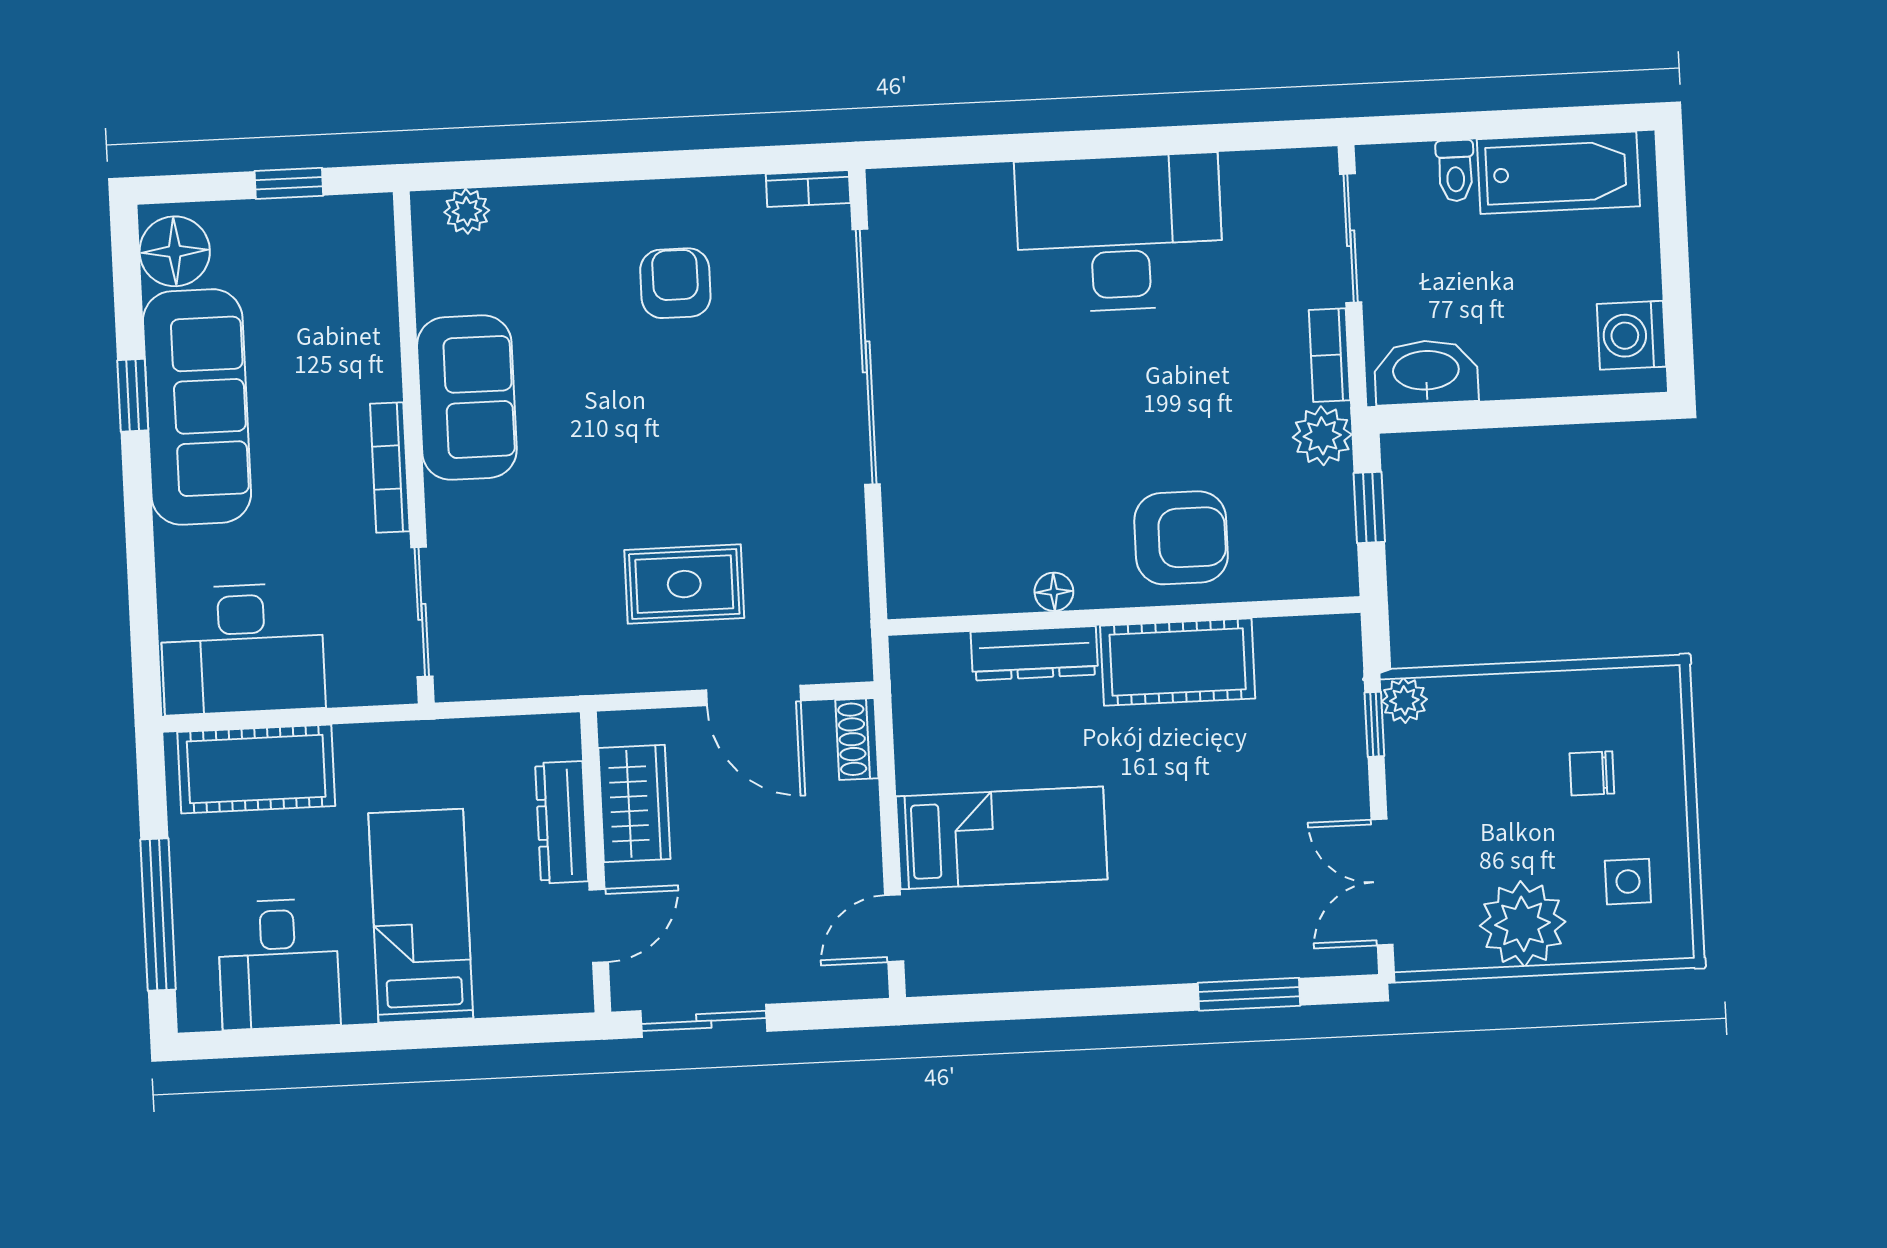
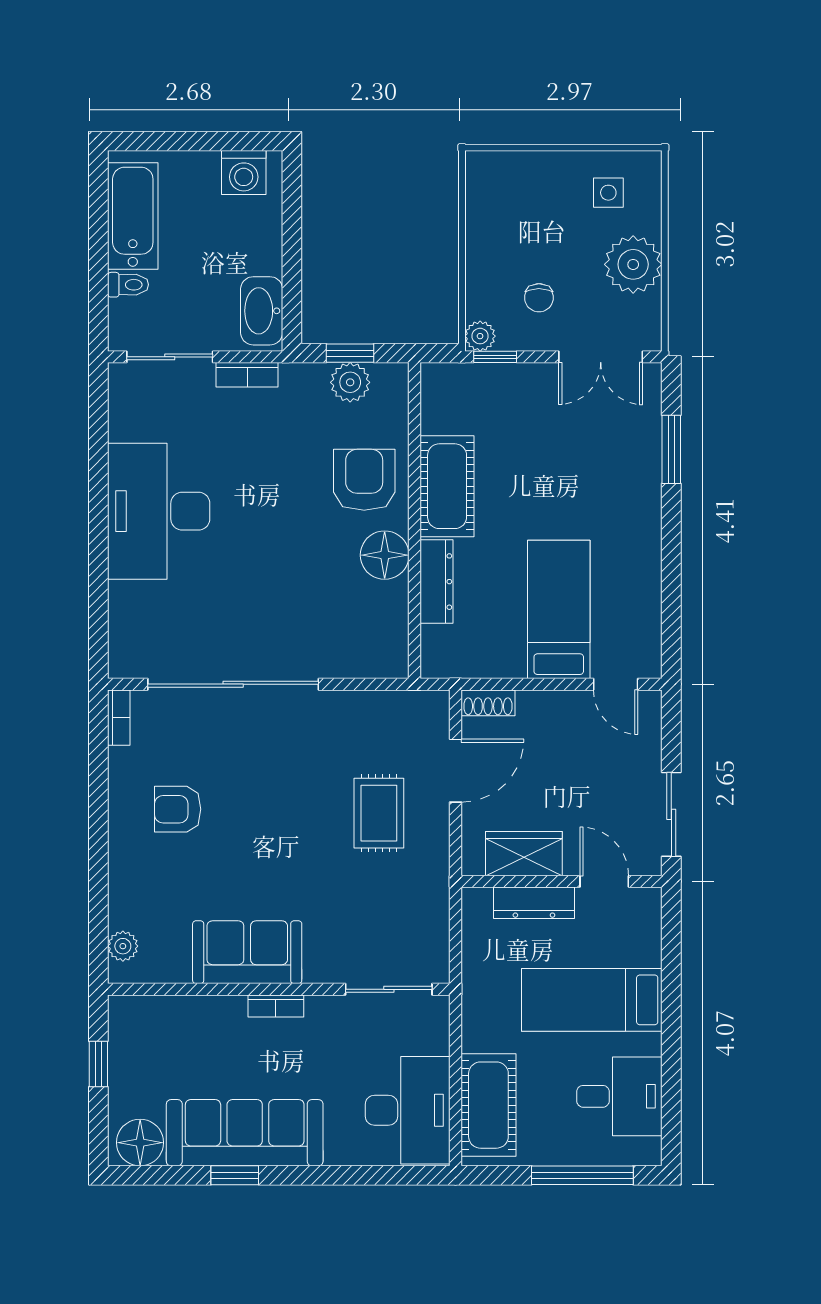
plant: (1322, 436) -> (350, 382), moved
bookcase: (390, 467) -> (276, 1006), width x0.64
floor lamp: (1054, 592) -> (385, 555), width x1.89, depth x1.89
chair: (1592, 773) -> (539, 298), moved

